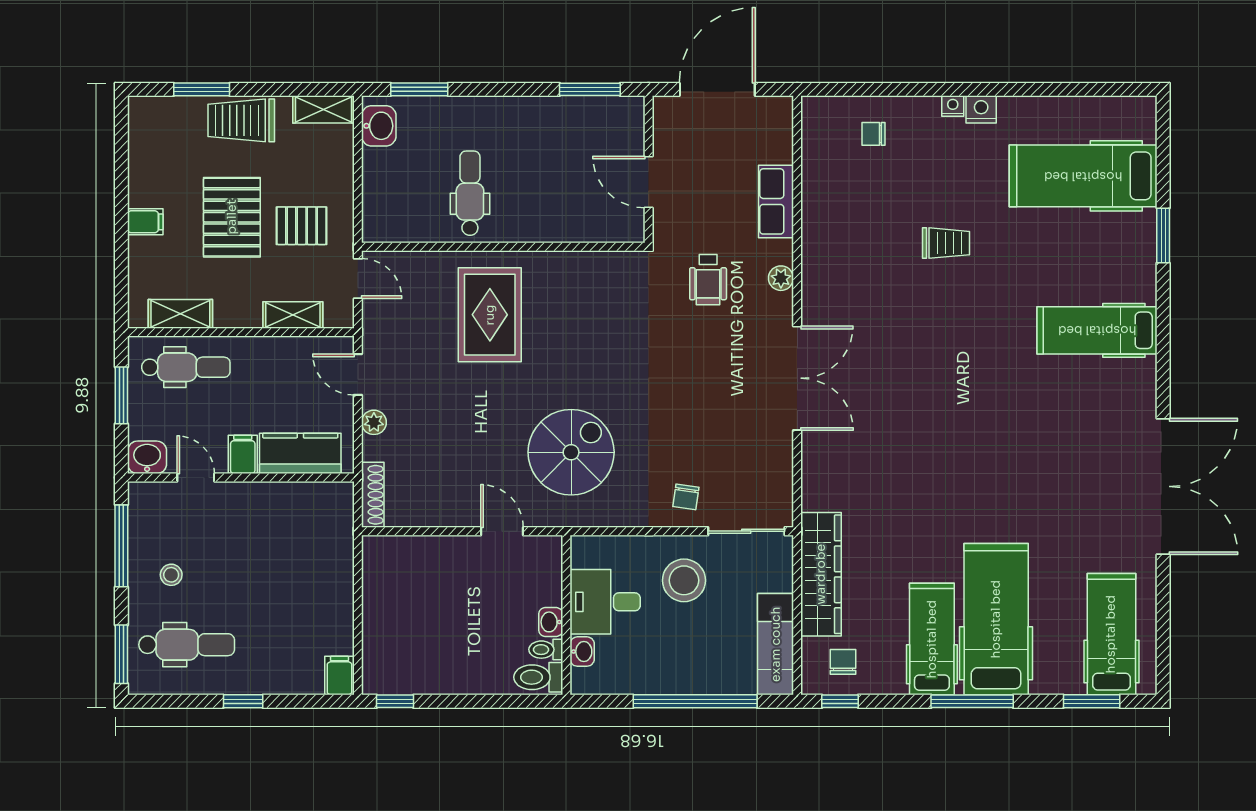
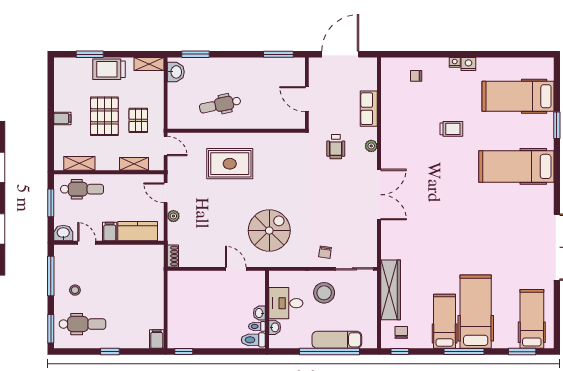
dental chair: (470, 193) -> (220, 105), turned -102
pallet: (302, 226) -> (138, 120), turned 90
rug: (490, 315) -> (230, 164), turned 90
hospital bed: (1097, 330) -> (516, 166), width x1.37, depth x1.29
shoe rack: (373, 495) -> (173, 256), width x0.70
exam couch: (776, 644) -> (337, 340), moved, turned 90

